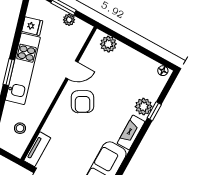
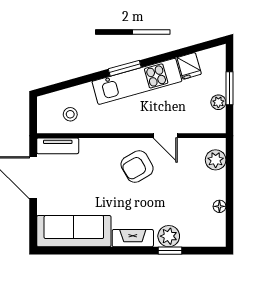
floor lamp: (163, 71) -> (219, 206), moved

